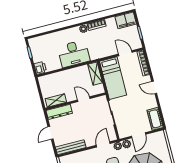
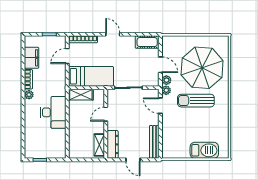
filing cabinet: (126, 20) -> (32, 58), moved
printer: (40, 68) -> (59, 153), removed
door: (154, 87) -> (113, 34), swing flipped

